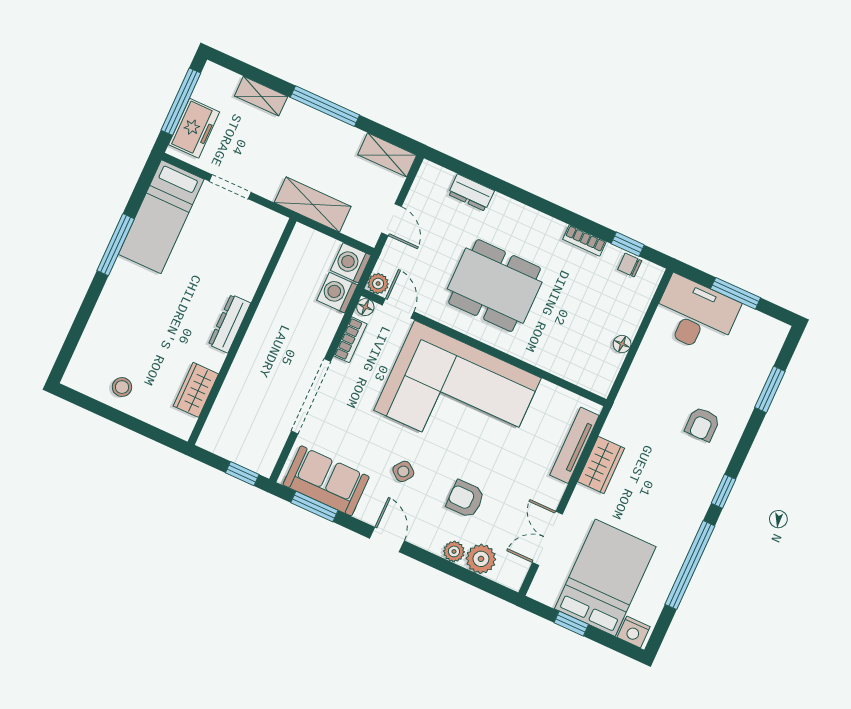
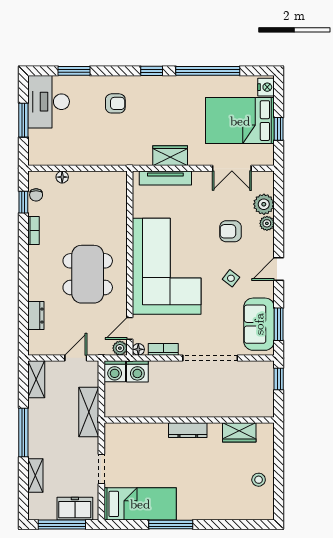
desk: (695, 315) -> (49, 102), moved
floor lamp: (622, 344) -> (62, 177), moved
armchair: (465, 499) -> (230, 231), turned 90

